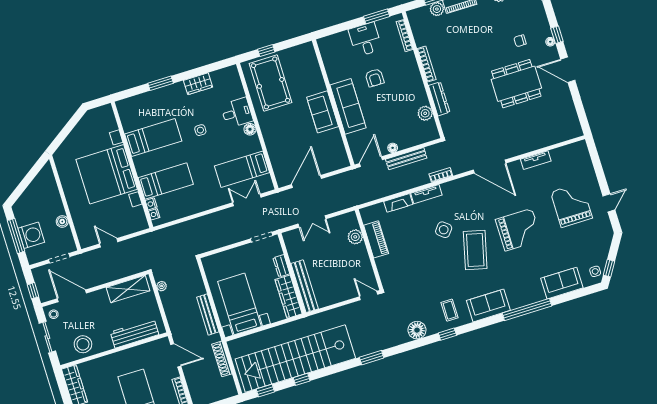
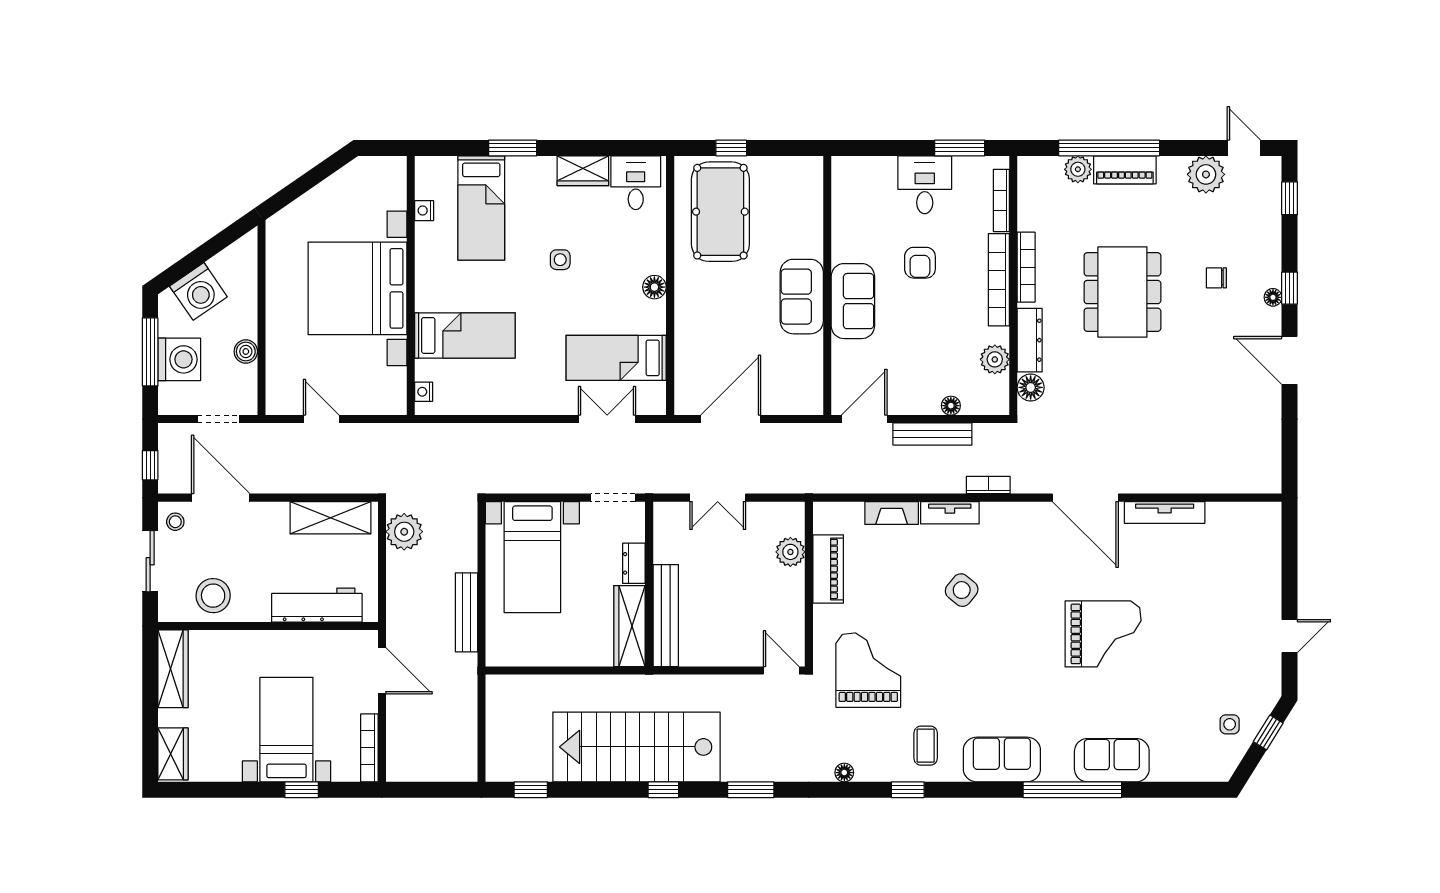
bookcase: (415, 74) -> (999, 280), added
dining table: (516, 84) -> (1122, 292), moved, turned 90
sofa: (348, 106) -> (853, 301), width x0.73
desk: (237, 113) -> (636, 183), moved, turned -90
floor lamp: (447, 121) -> (1031, 387), added
bed: (153, 137) -> (481, 208), moved, turned 90
floor lamp: (393, 148) -> (951, 406), moved
tv unit: (536, 160) -> (1165, 512), width x1.41
washing machine: (30, 200) -> (198, 291), added
nightstand: (151, 204) -> (424, 211), moved
grand piano: (571, 205) -> (868, 670), moved
coffee table: (475, 250) -> (1009, 647), removed
window: (609, 268) -> (1268, 732), moved
side table: (595, 271) -> (1230, 724), moved
sofa: (562, 283) -> (1112, 760), moved
plant: (162, 286) -> (404, 532), width x1.87, depth x1.87
bed with nightstands: (239, 304) -> (532, 557), moved, turned 180
floor lamp: (417, 330) -> (844, 773), width x0.53, depth x0.53
shoe rack: (222, 359) -> (467, 705), removed
stairs: (295, 359) -> (636, 747), width x0.73
window: (302, 379) -> (663, 790), moved

